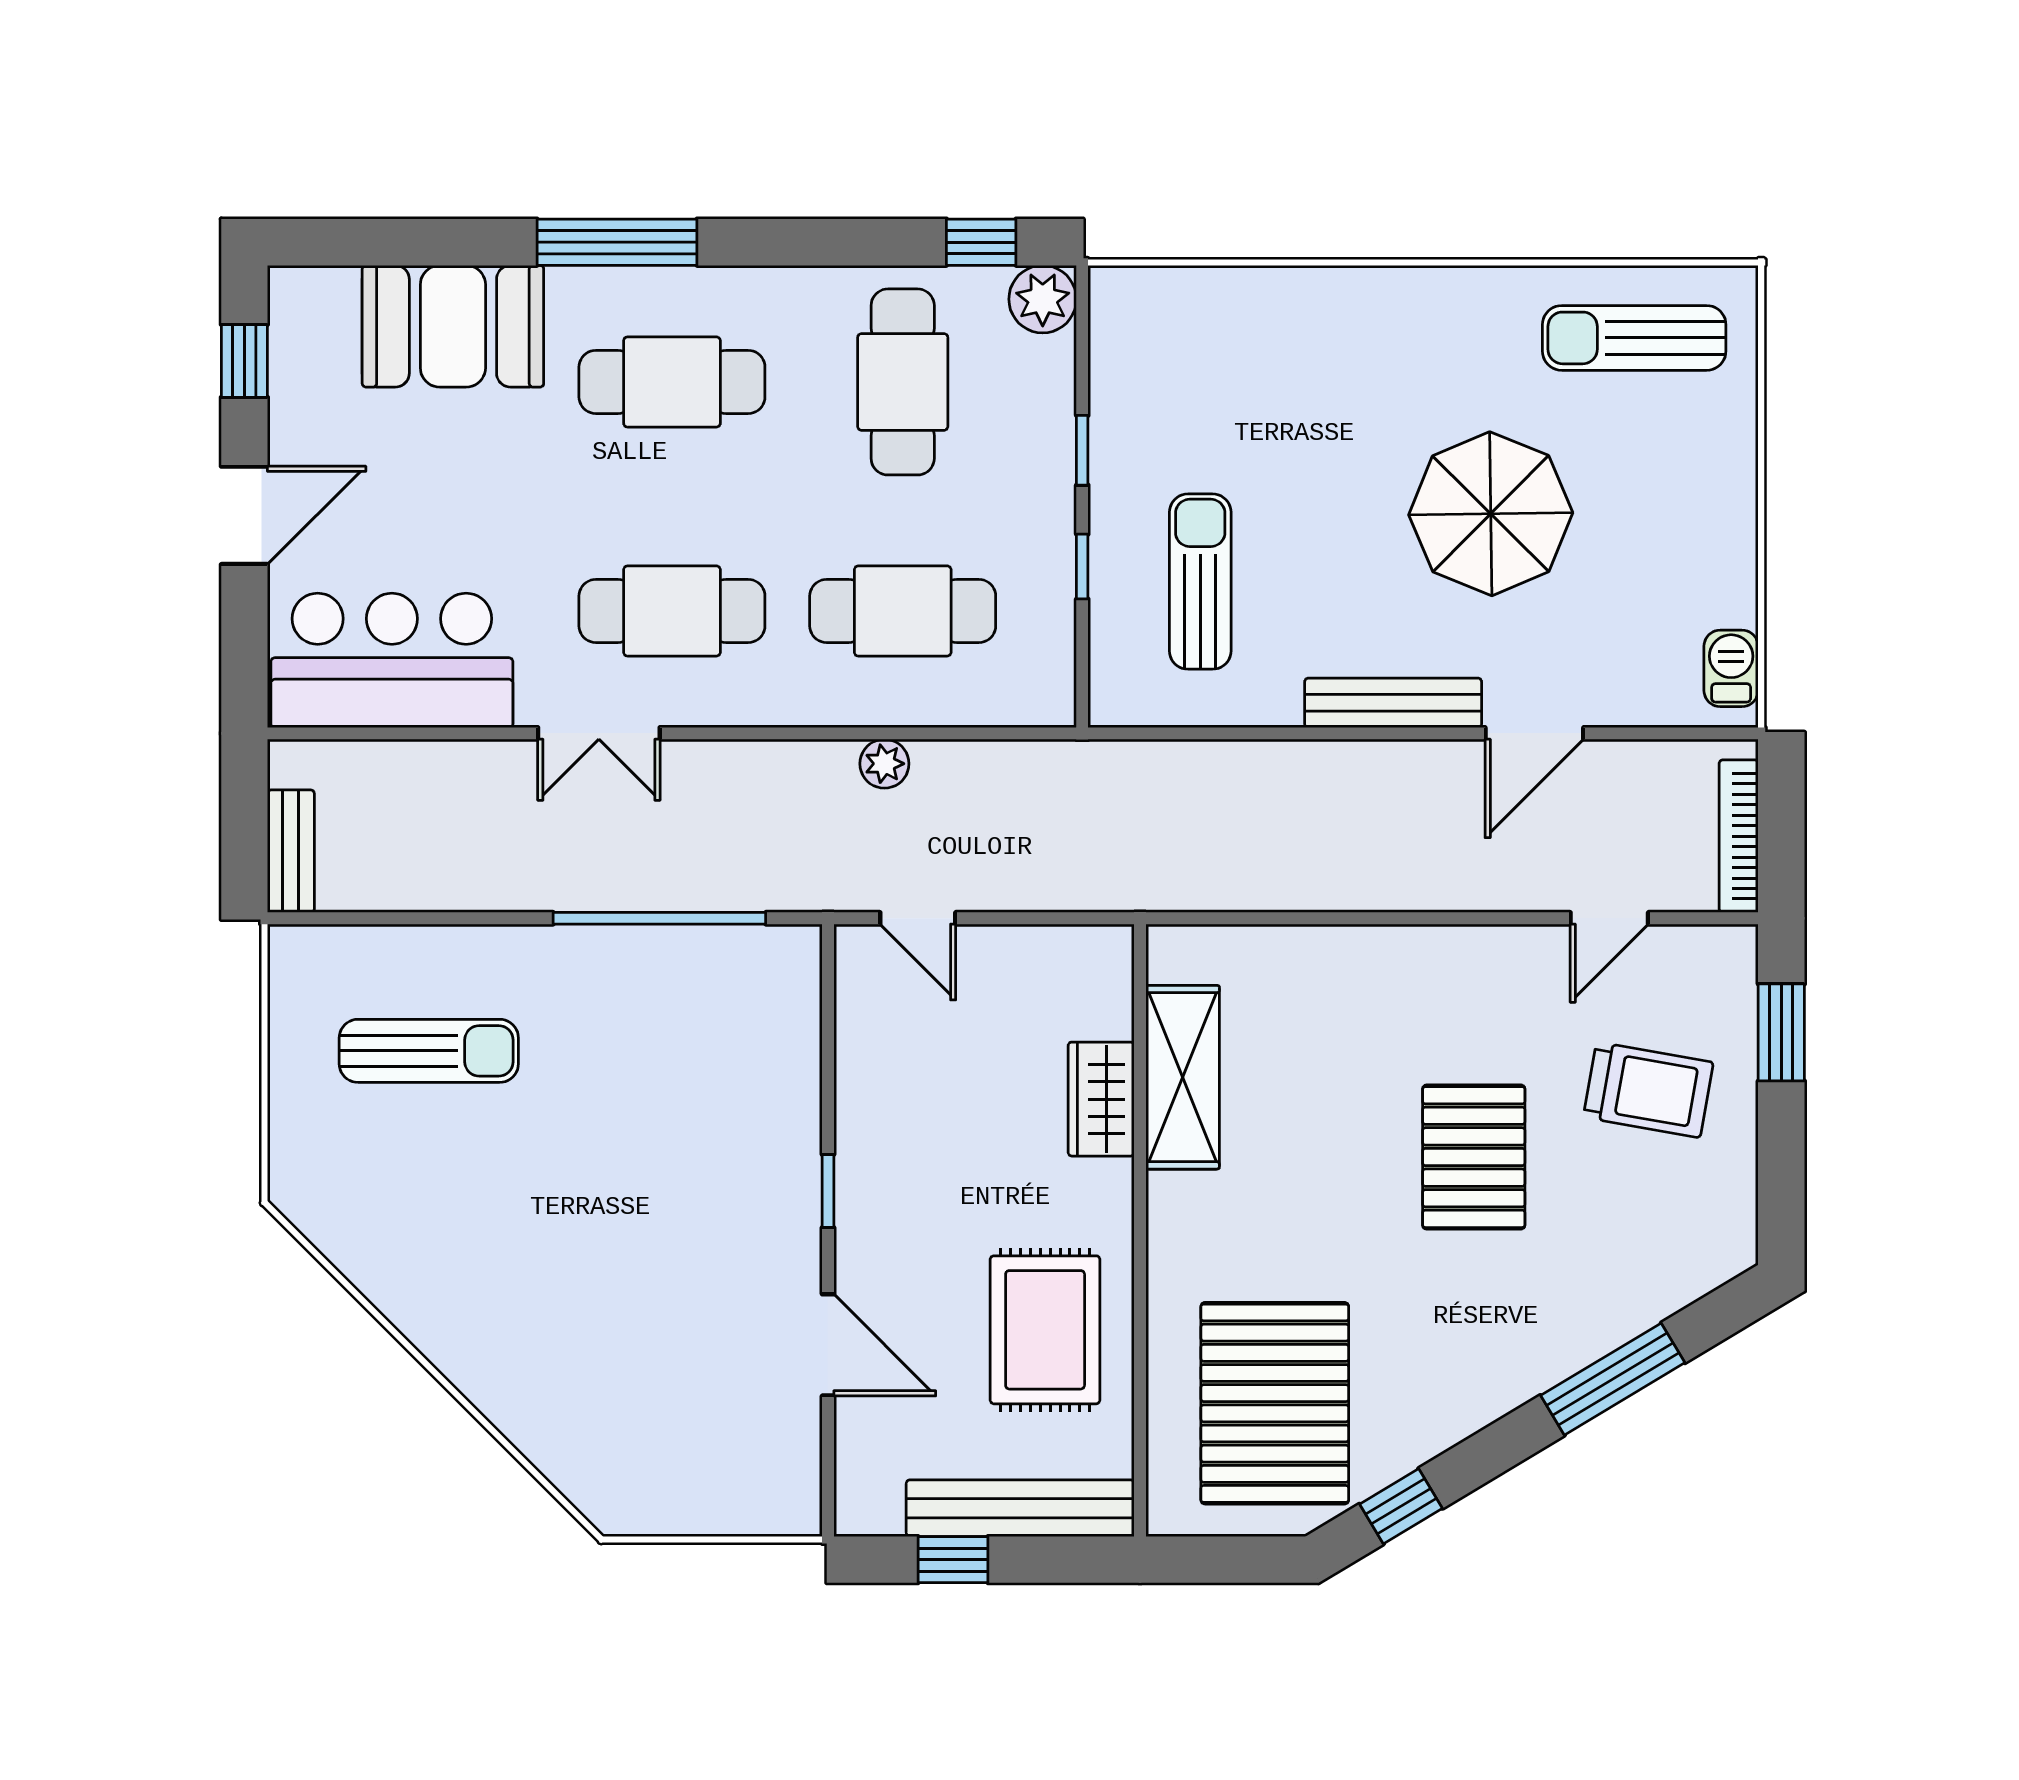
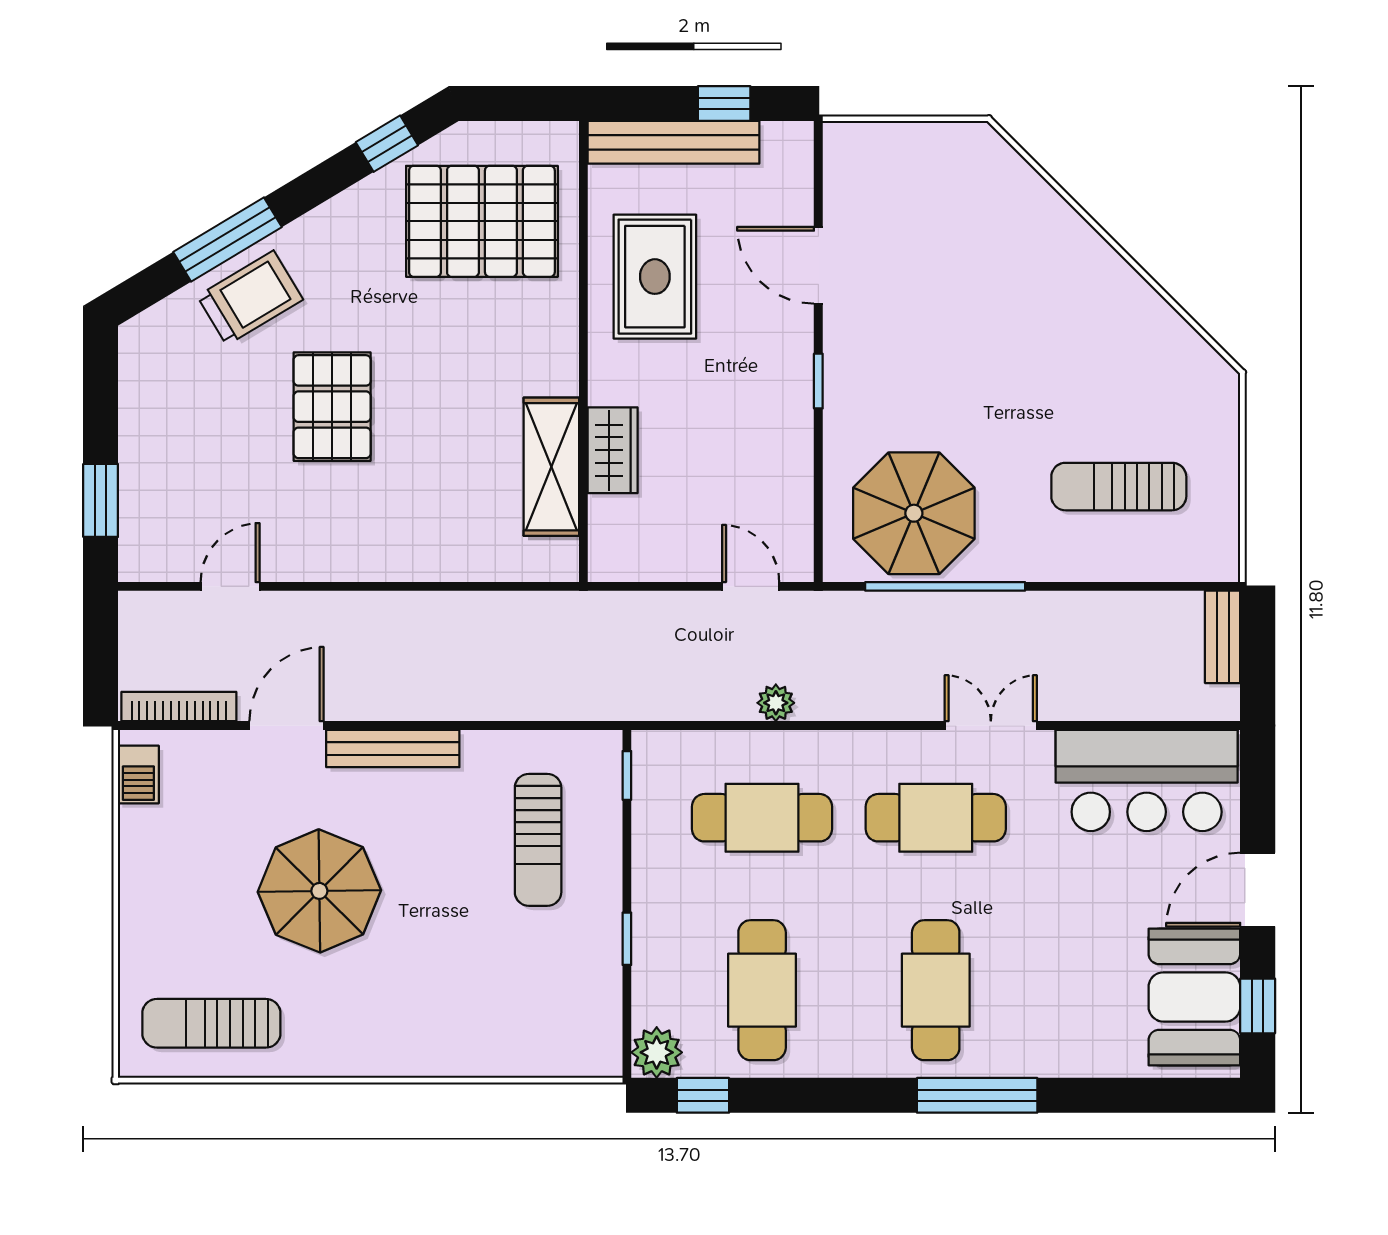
booth: (453, 326) -> (1194, 997), moved, turned 90
sun lounger: (1634, 338) -> (211, 1023), turned 180
cafe table: (672, 382) -> (936, 990), turned 90
window: (1082, 567) -> (627, 775), moved
bookcase: (1739, 836) -> (179, 707), moved, turned -90
parasol: (701, 1015) -> (914, 513), added
trolley: (1648, 1090) -> (250, 298), moved, turned 139
pallet: (1275, 1403) -> (482, 221), turned 90

